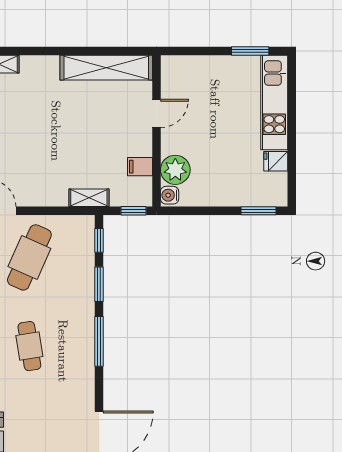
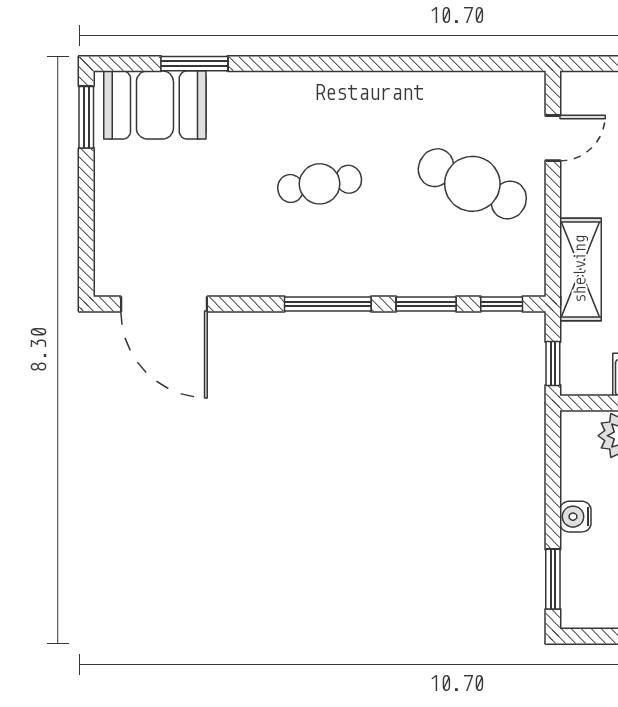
water cooler: (170, 195) -> (575, 517), moved, turned -90
shelving: (89, 198) -> (580, 269), width x1.50, depth x1.33

